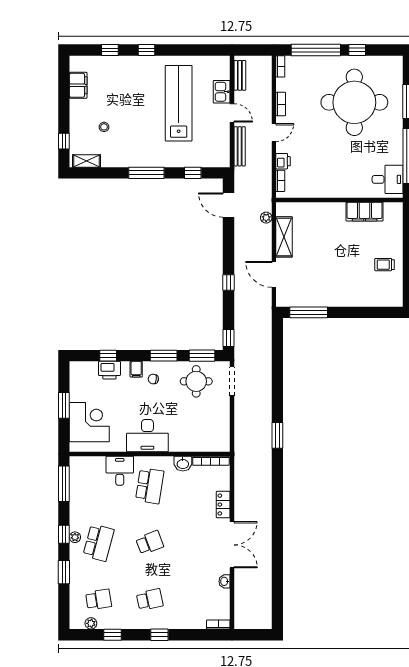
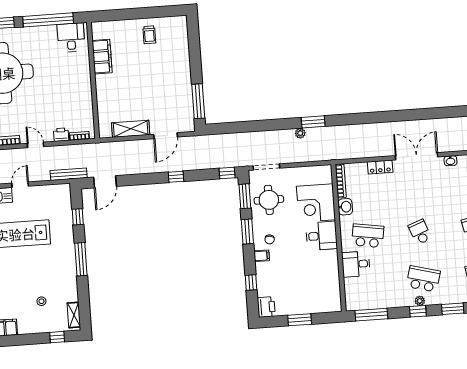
bench: (240, 146) -> (69, 174), moved
plant: (266, 218) -> (300, 133), moved
printer: (109, 370) -> (266, 307), moved
corner desk: (89, 422) -> (316, 203), moved, turned -90
desk: (147, 436) -> (322, 236), width x0.73

